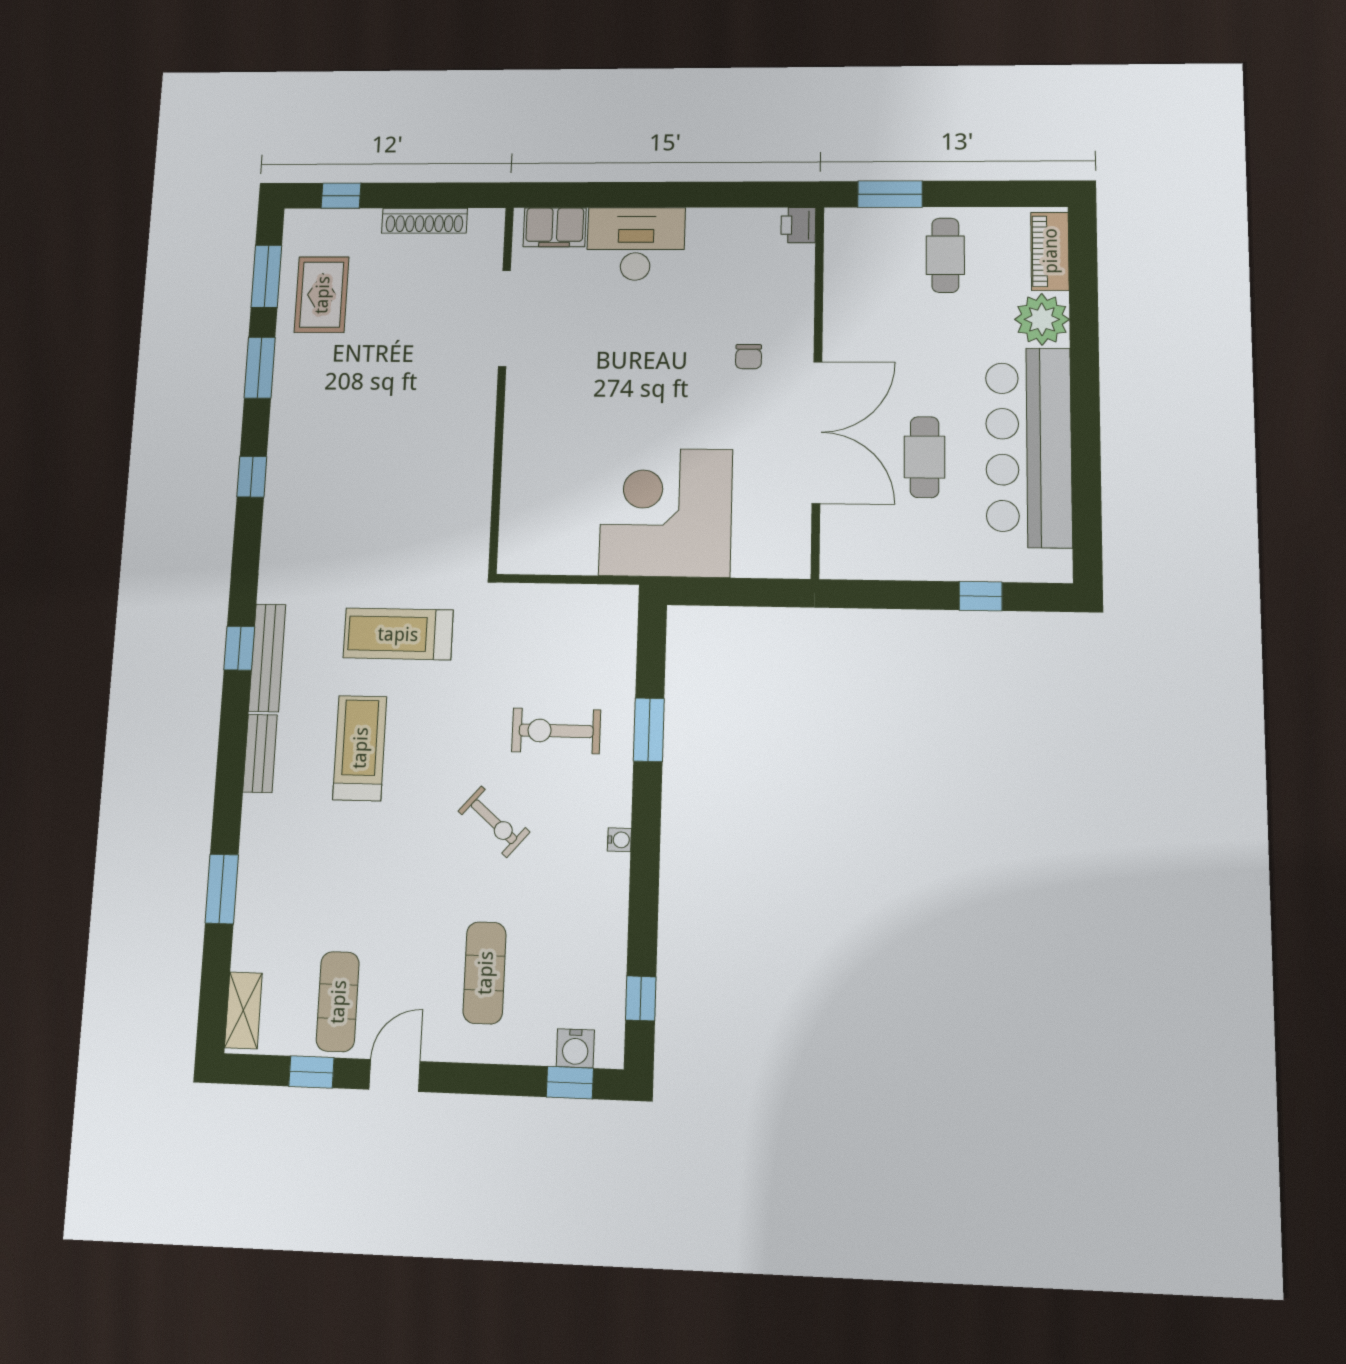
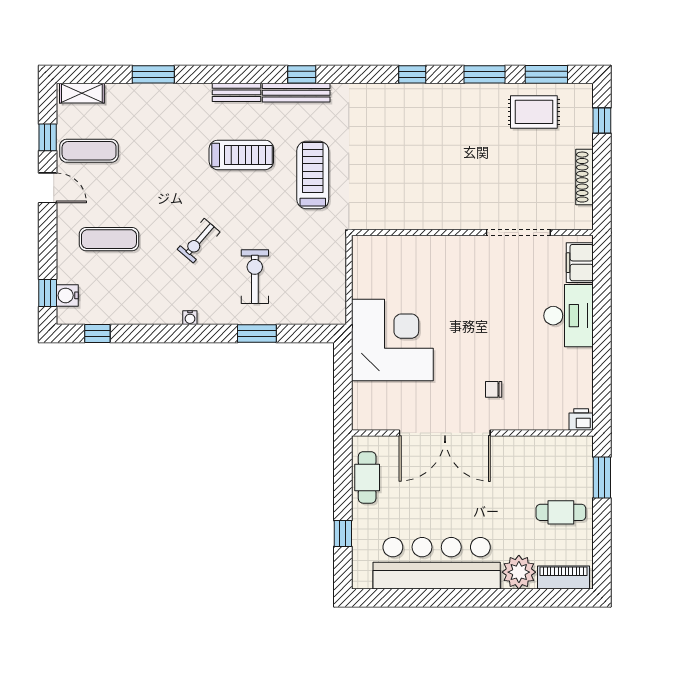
cafe table: (925, 457) -> (367, 477), moved, turned 90

